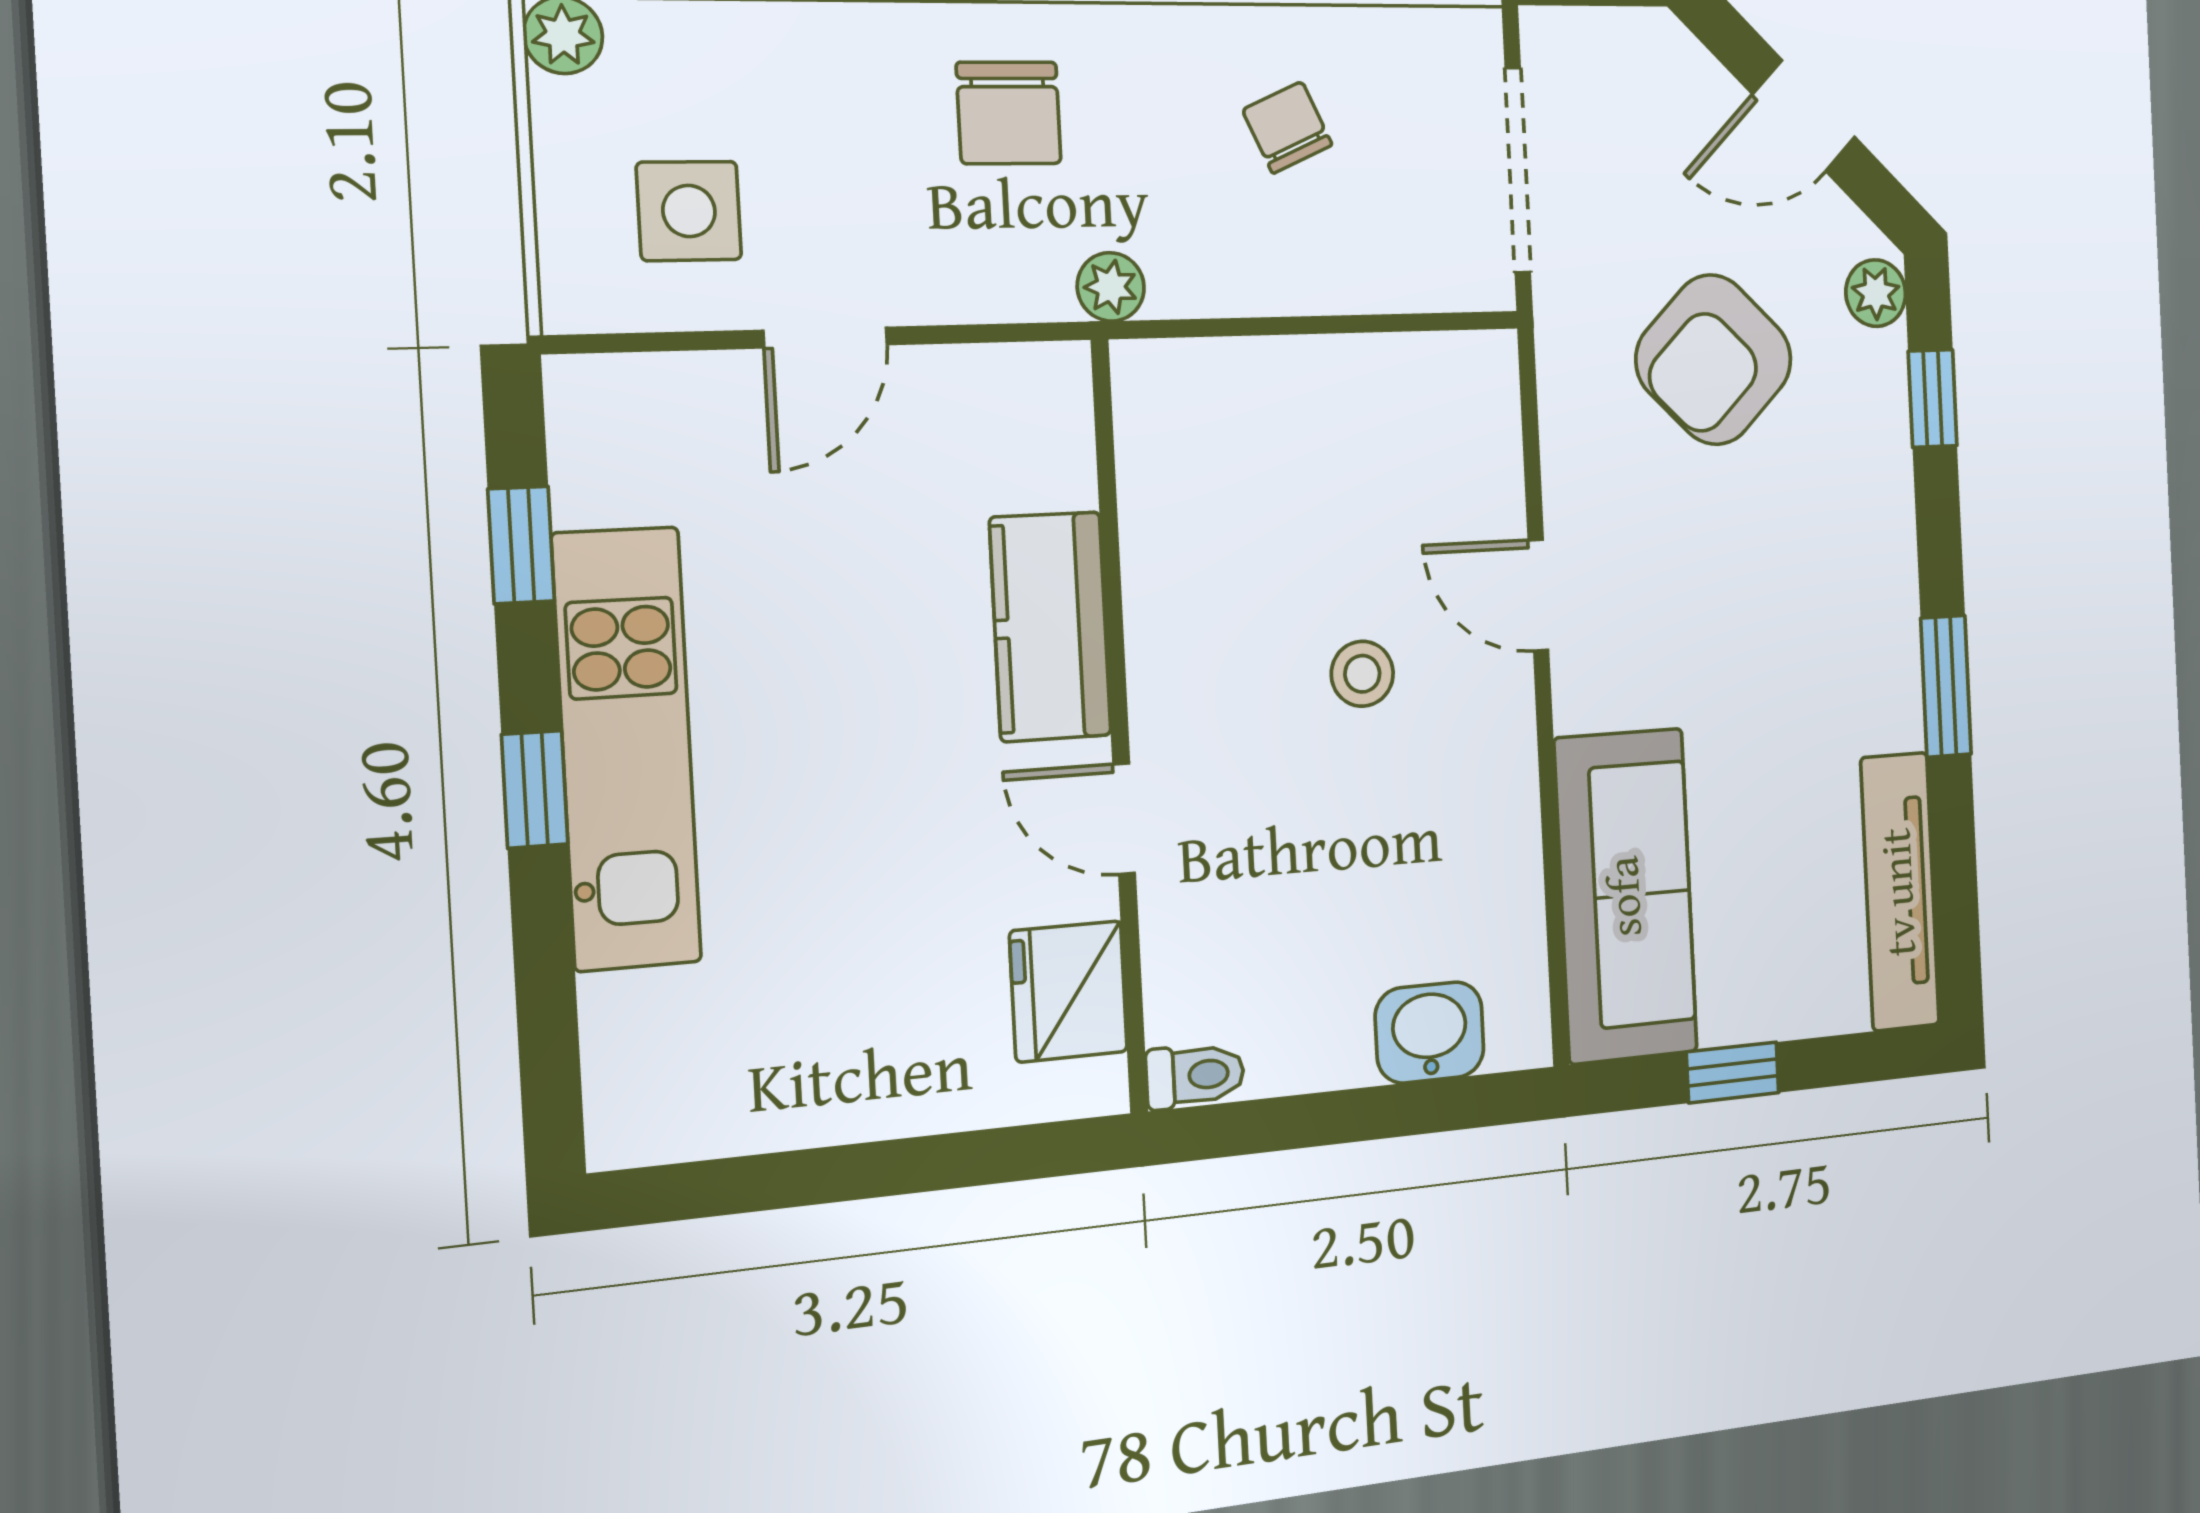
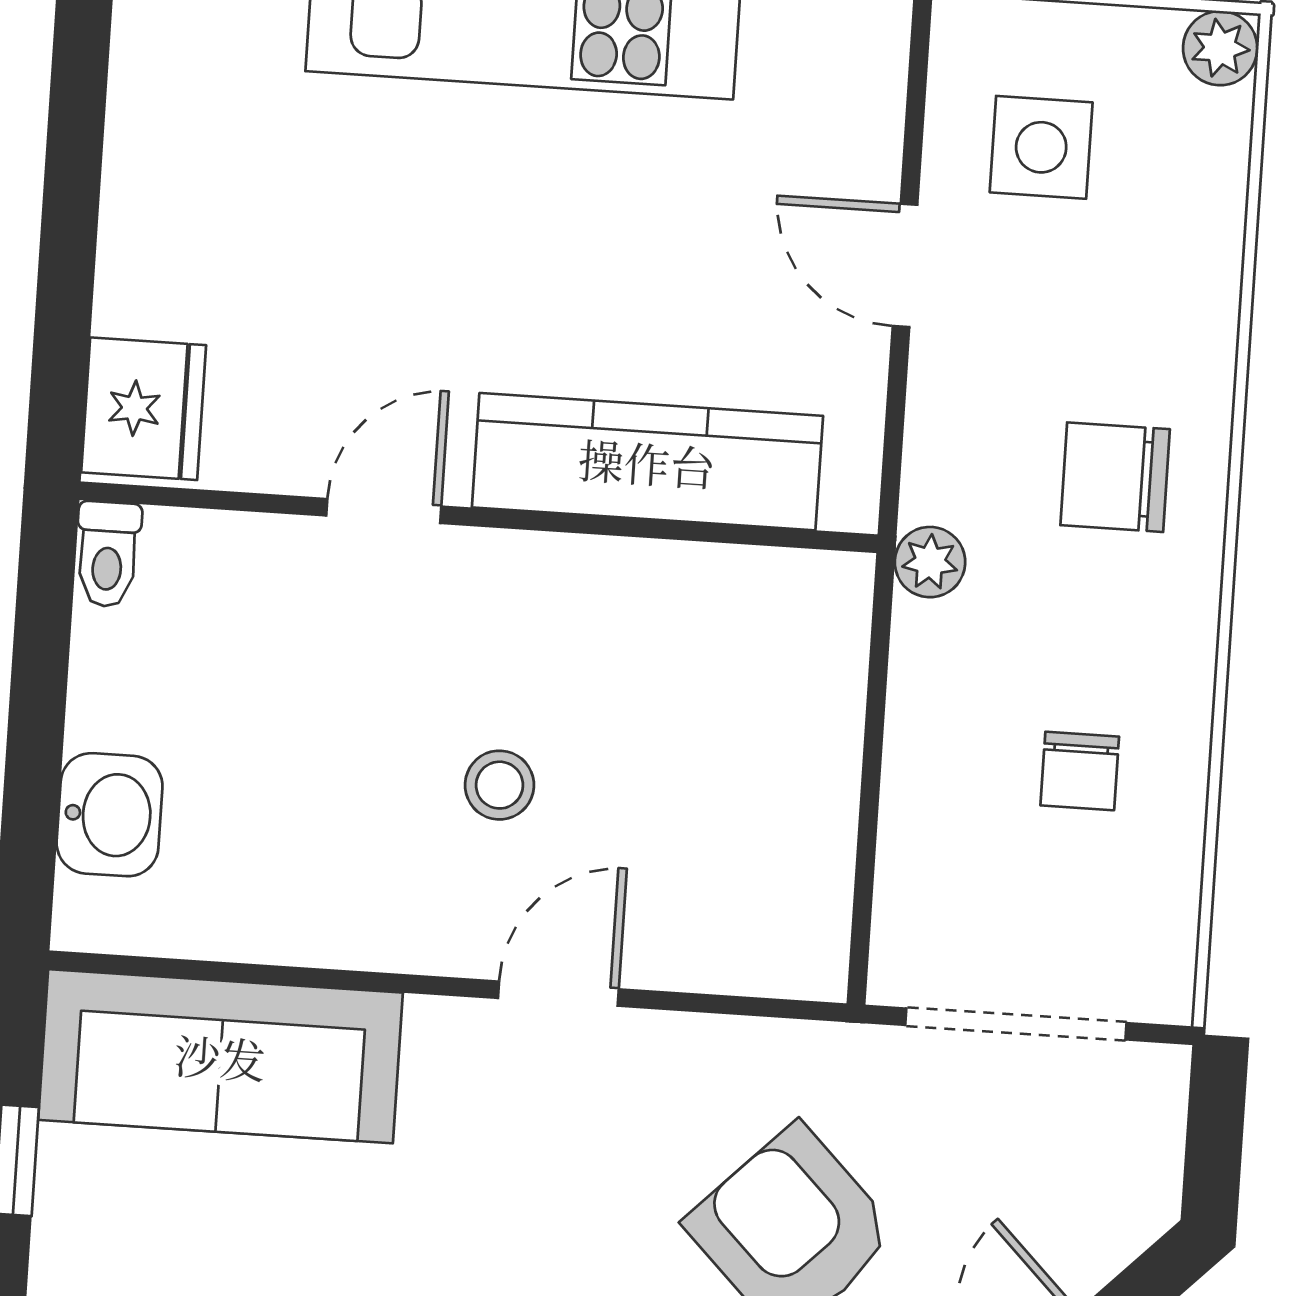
chair: (1287, 127) -> (1080, 771), turned 114
kitchen counter: (1050, 627) -> (647, 462), width x1.50
fridge: (1069, 991) -> (144, 409), moved, turned 90

